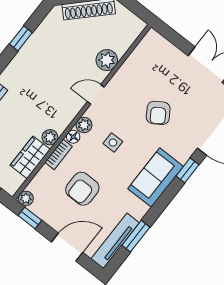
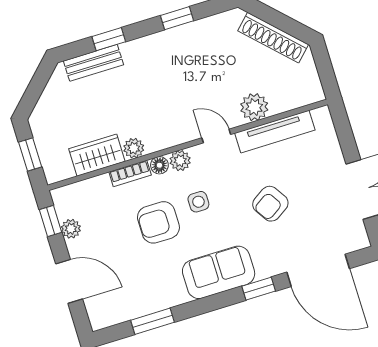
armchair: (82, 189) -> (158, 222), moved
plant: (26, 198) -> (71, 229), moved
tv unit: (115, 241) -> (275, 132), moved, turned 180

